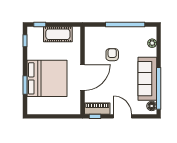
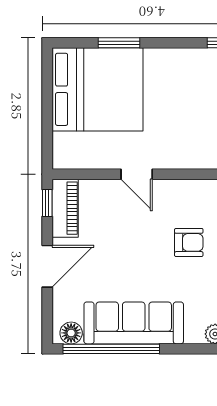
door: (82, 77) -> (137, 174), width x0.53
bed: (47, 78) -> (97, 89), moved, turned -90

